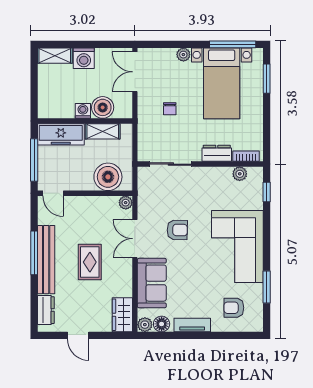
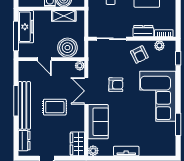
freezer: (61, 134) -> (26, 27), moved, turned -90
door: (53, 193) -> (44, 59), moved
rug: (90, 262) -> (55, 107), turned 90
armchair: (234, 308) -> (139, 55), moved, turned -116
floor lamp: (162, 324) -> (105, 150), removed

